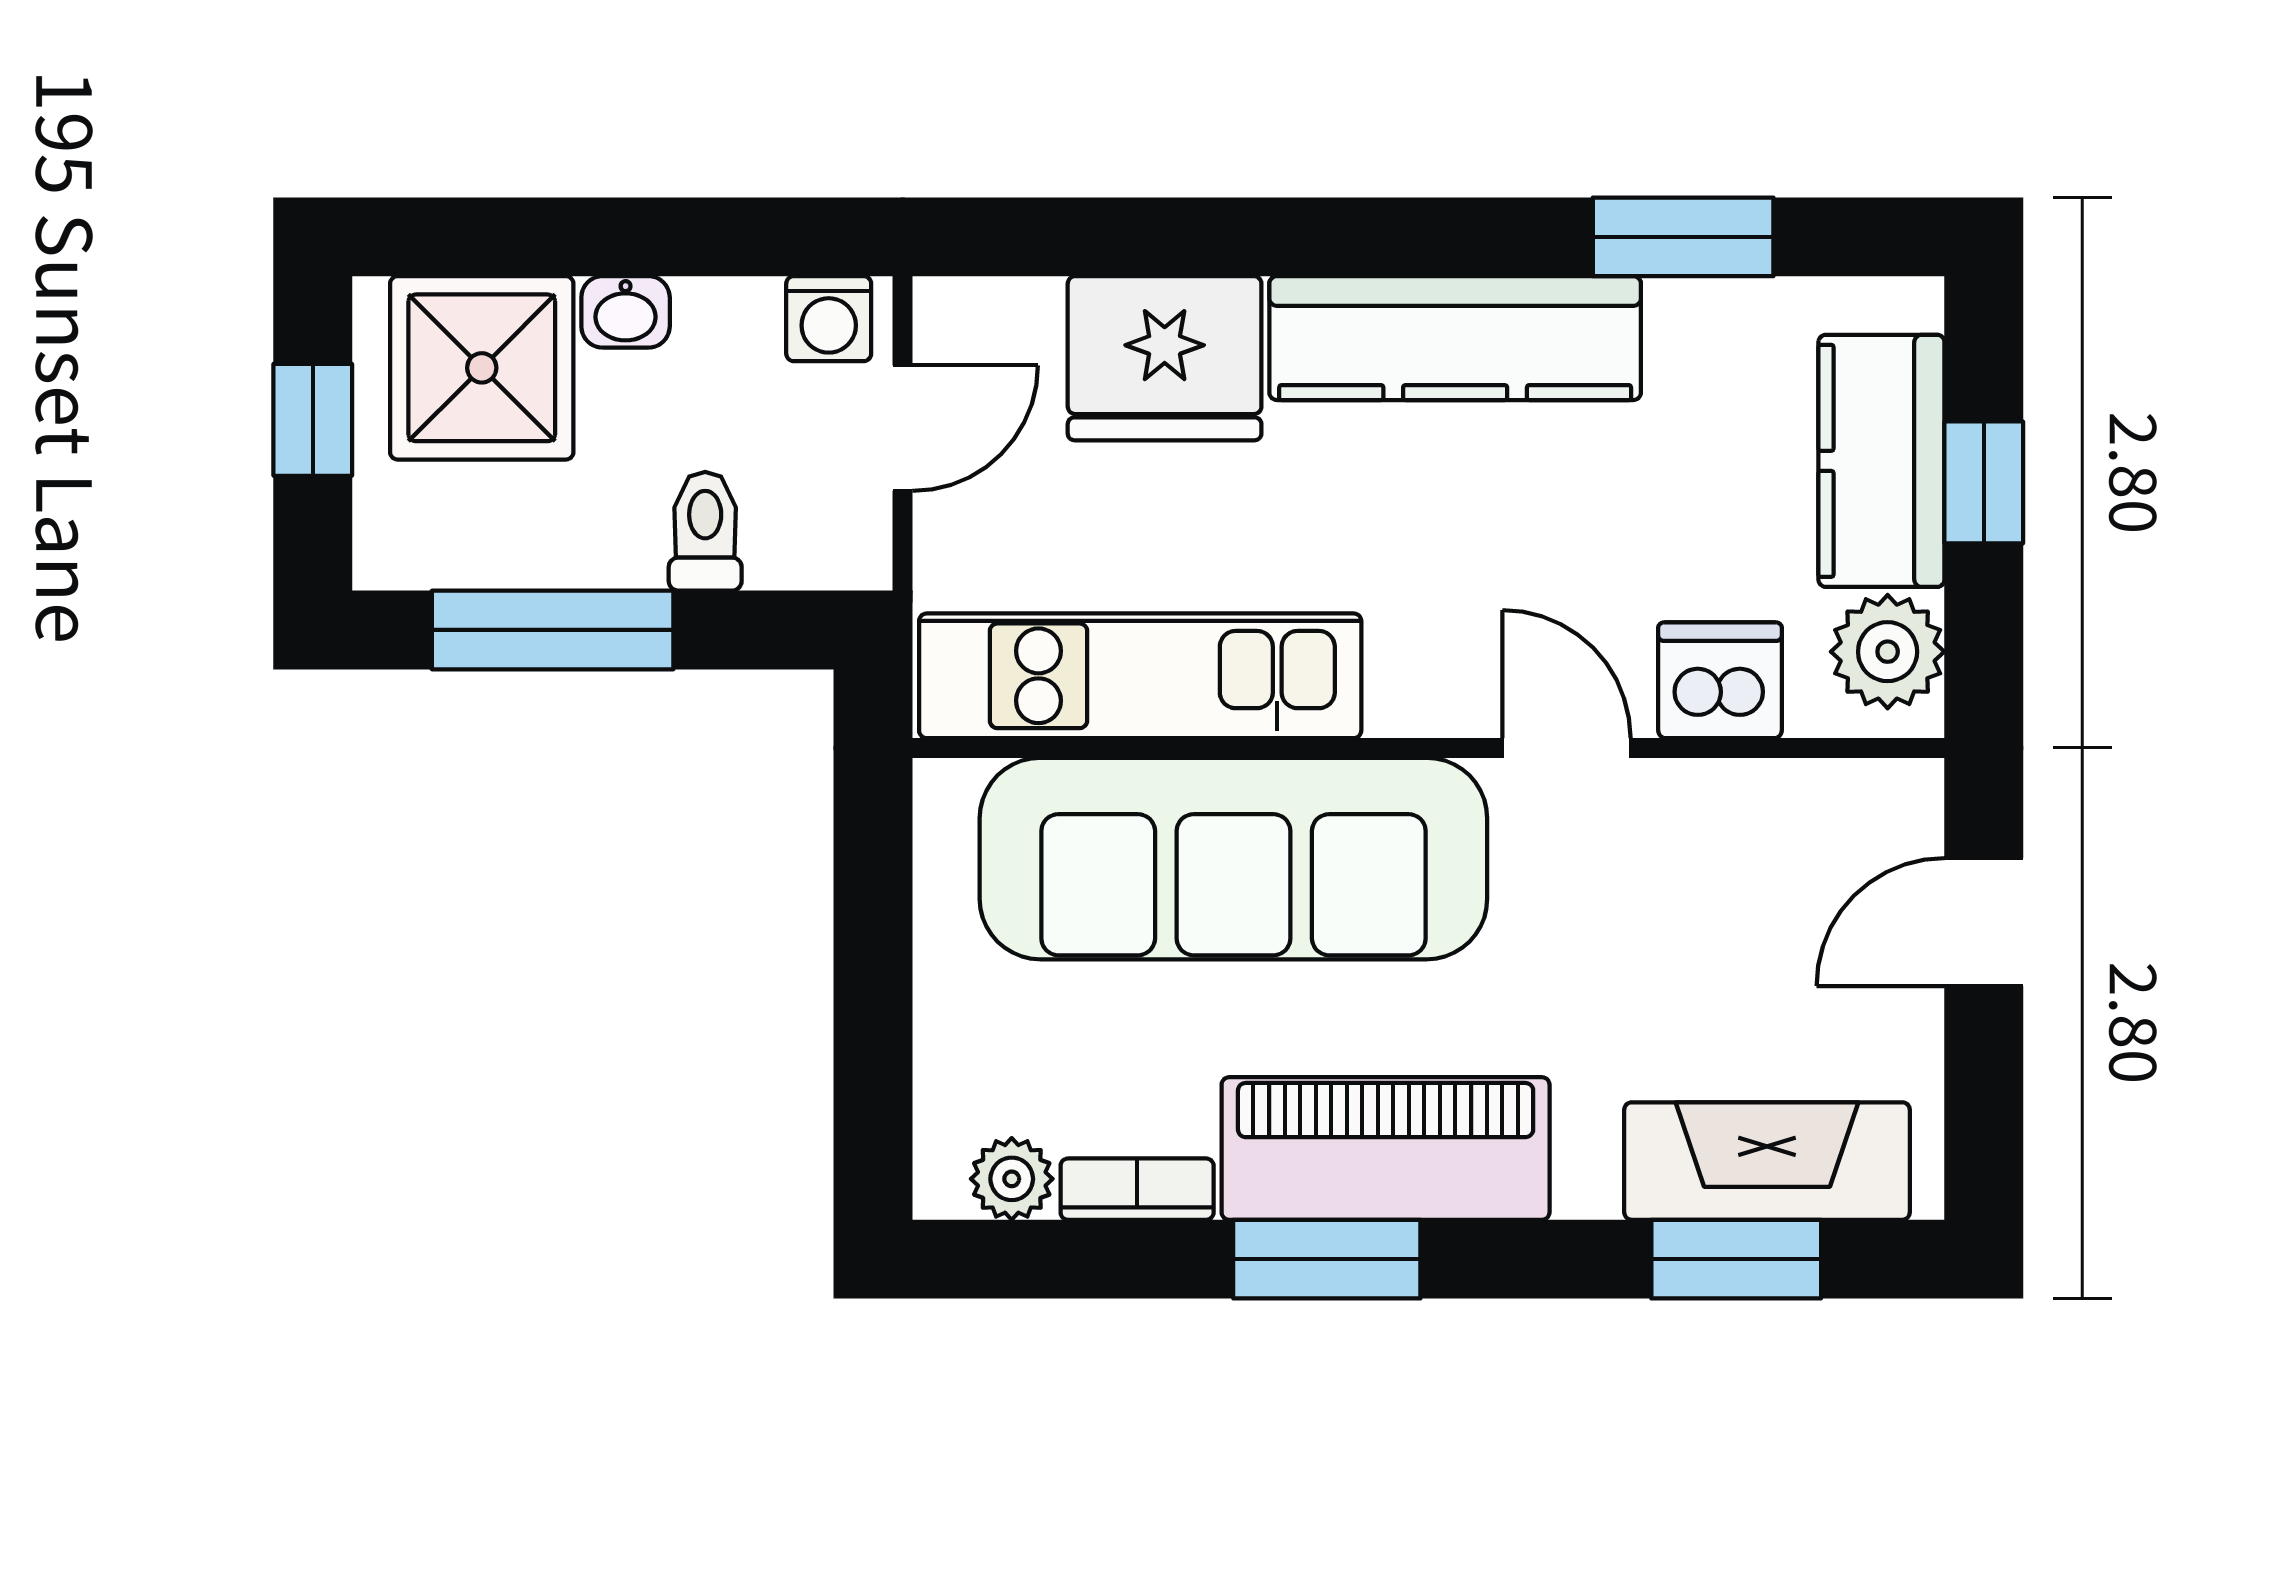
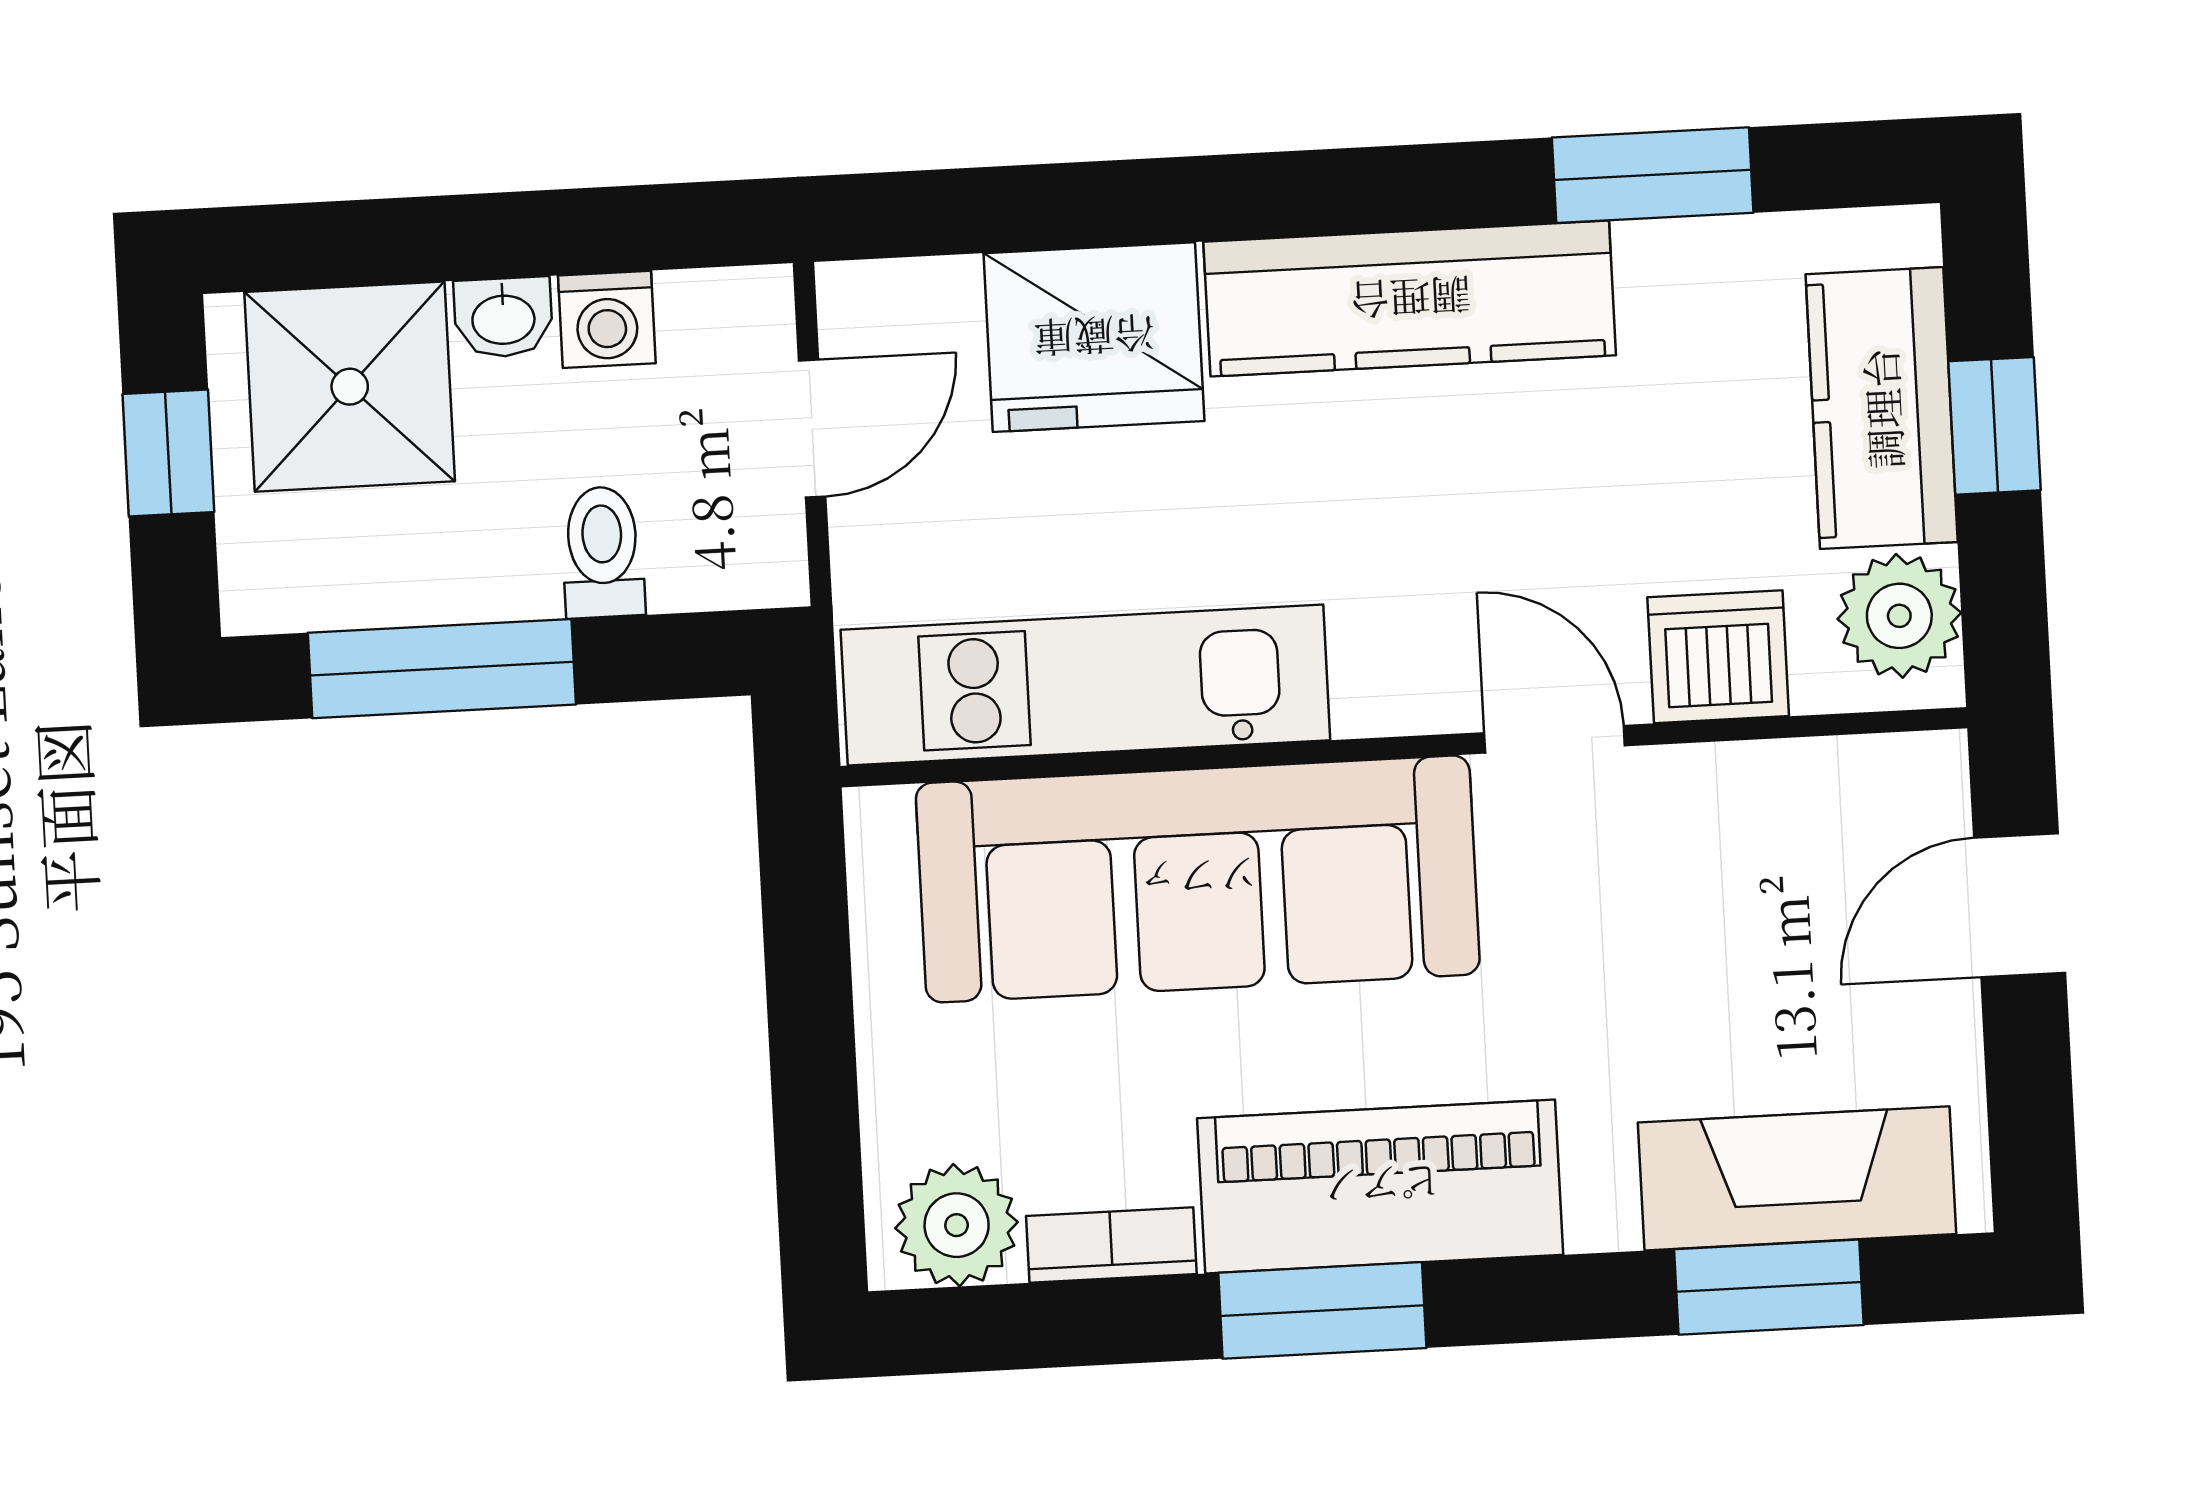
washing machine: (829, 319) -> (607, 319), moved
plant: (1012, 1179) -> (957, 1225), width x1.38, depth x1.38

